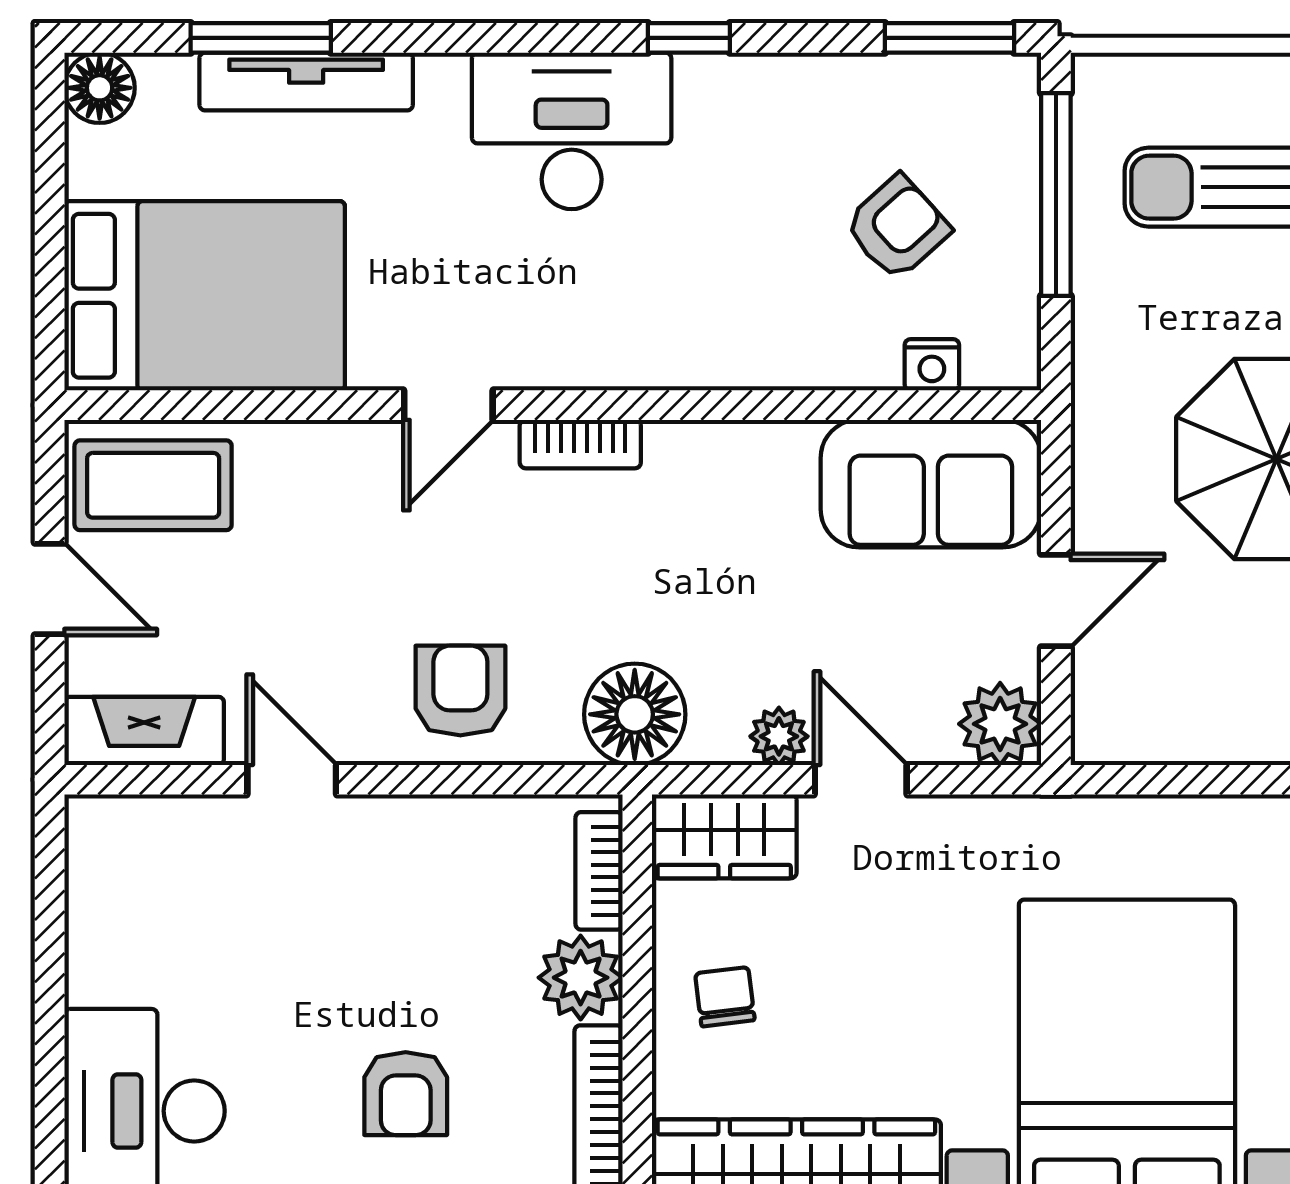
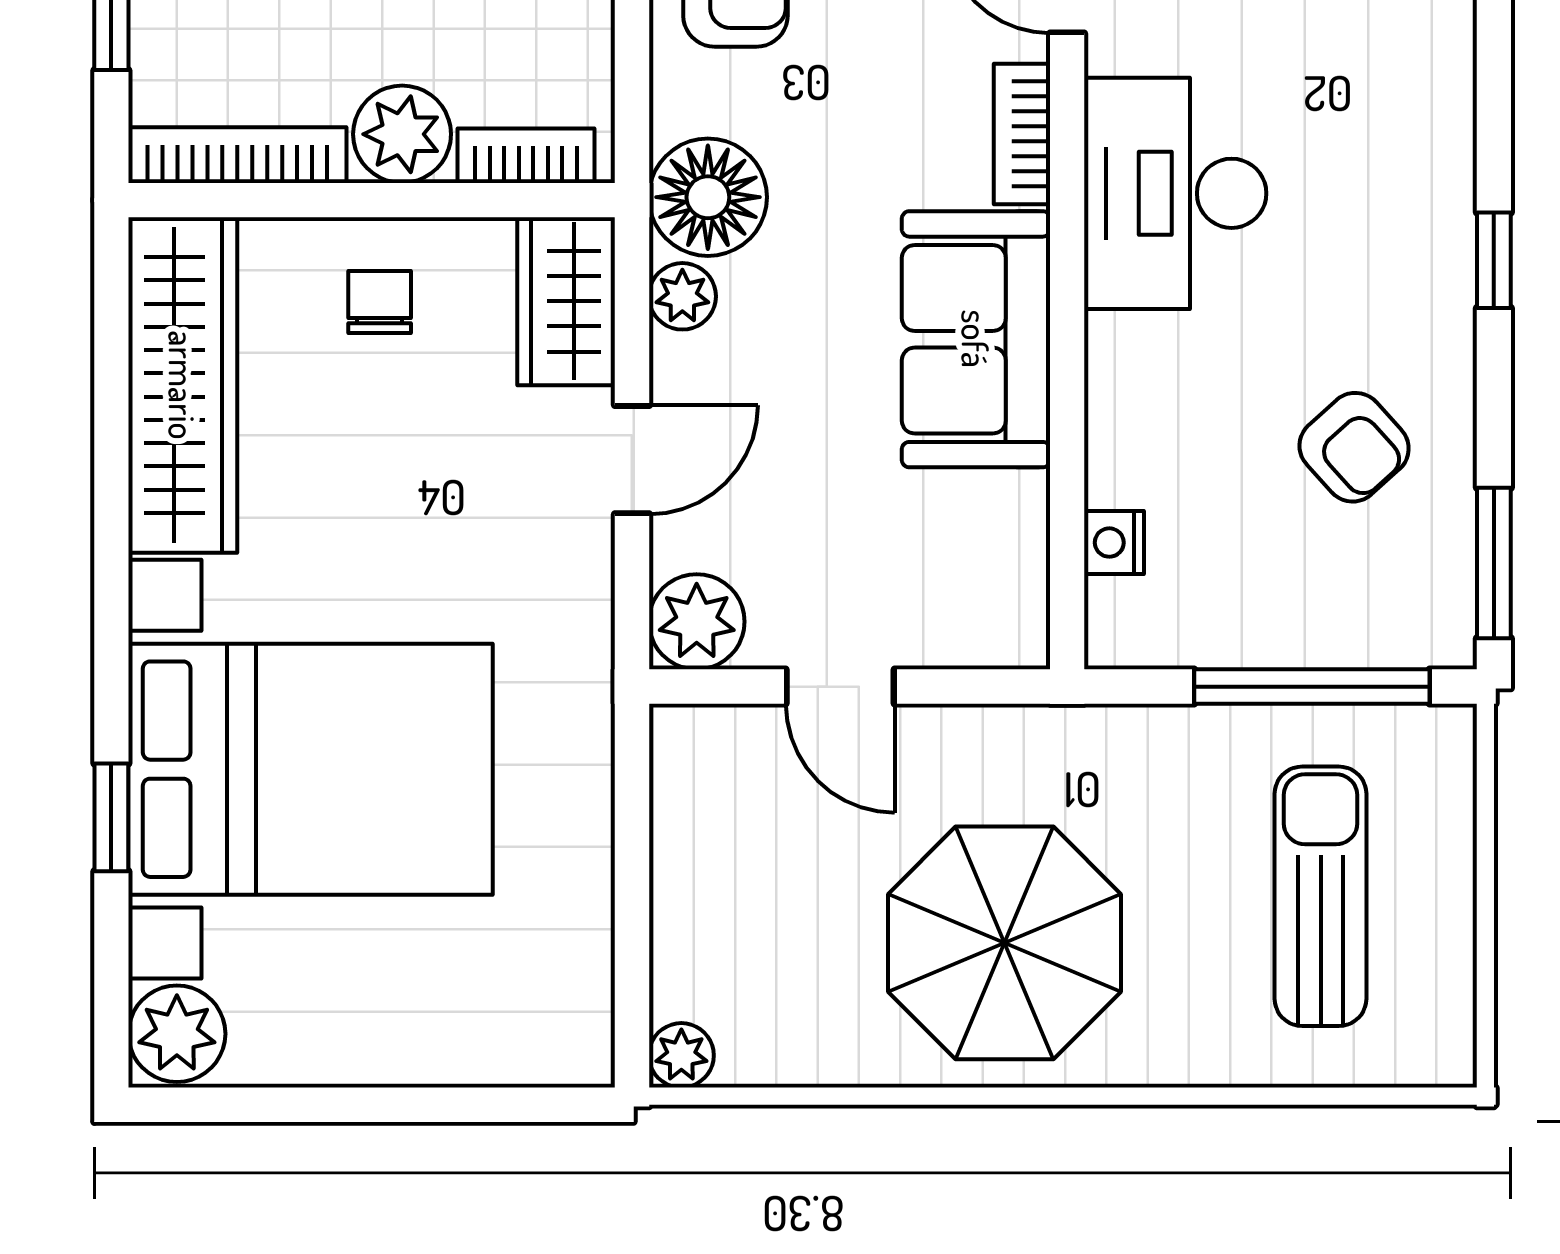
desk: (572, 131) -> (1175, 193), moved, turned 180
armchair: (897, 227) -> (1354, 447), moved
sofa: (931, 484) -> (976, 339), moved
plant: (779, 736) -> (682, 296), moved
chair: (725, 997) -> (380, 302), turned -83

